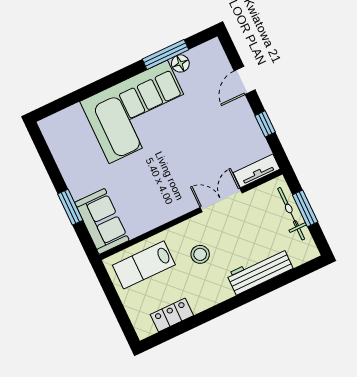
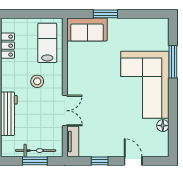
window: (165, 54) -> (173, 62), moved

